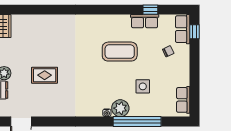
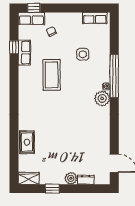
rug: (45, 75) -> (27, 142), moved
plant: (120, 108) -> (102, 98), moved
window: (137, 122) -> (114, 76), moved

